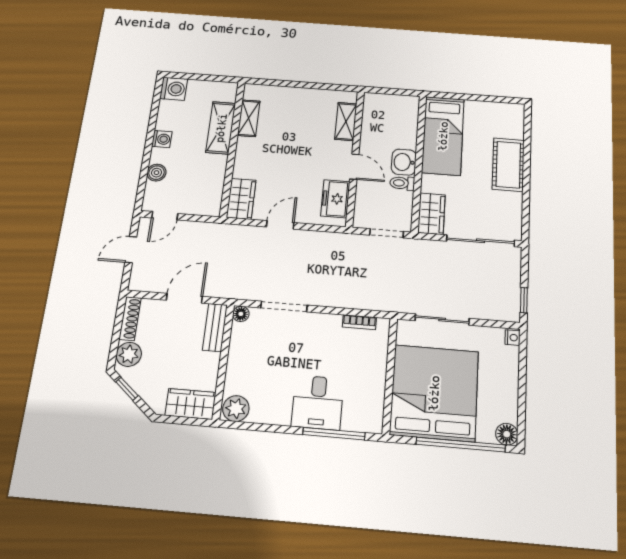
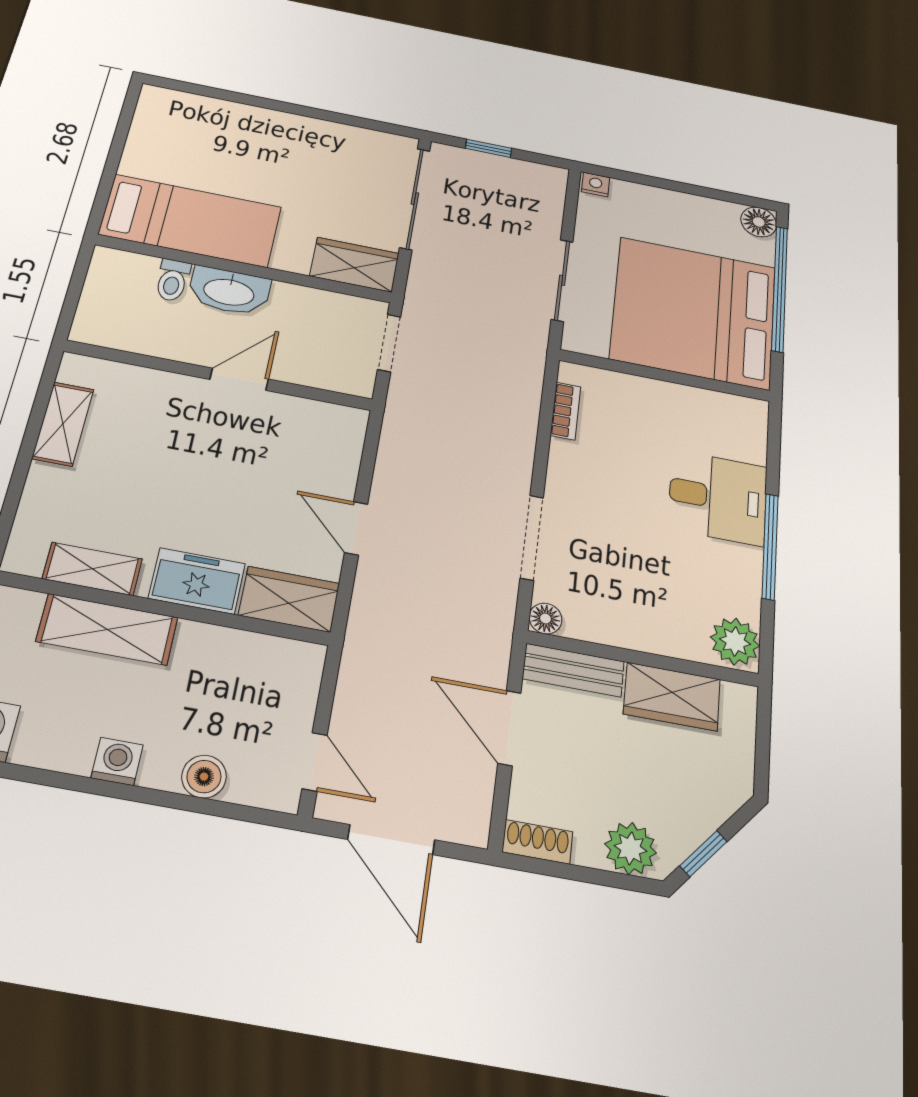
shelving: (346, 121) -> (63, 424), moved, turned 90
washbasin: (404, 162) -> (229, 291), width x1.38
cot: (508, 165) -> (267, 131), removed
toilet: (402, 183) -> (173, 280), moved
freezer: (335, 199) -> (197, 581), moved, turned 180
door: (131, 250) -> (391, 840), width x1.38
window: (524, 300) -> (489, 148), moved
shoe rack: (130, 319) -> (537, 842), width x0.70
wardrobe: (190, 404) -> (672, 697), moved, turned -90
window: (334, 434) -> (770, 546), moved

